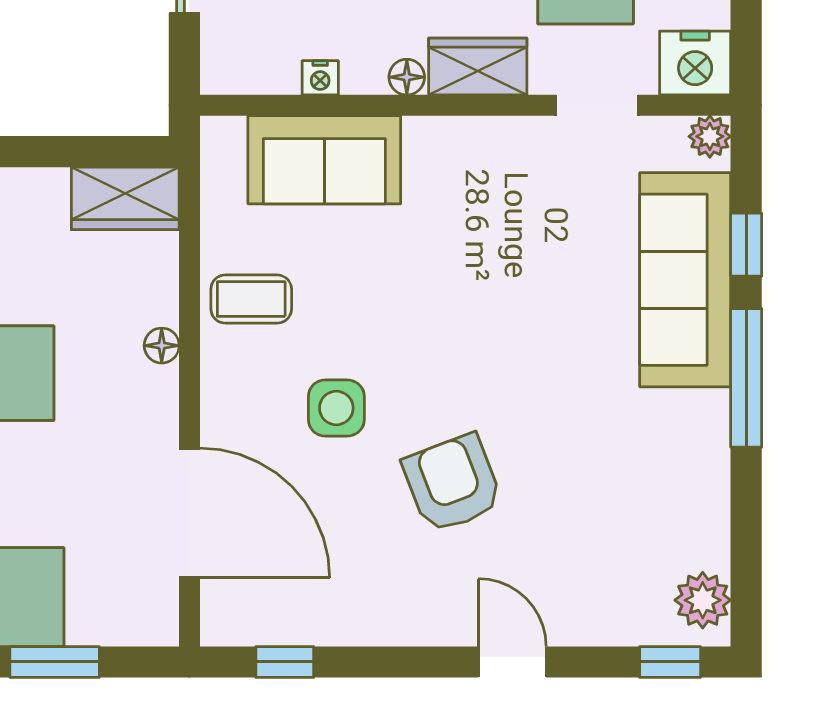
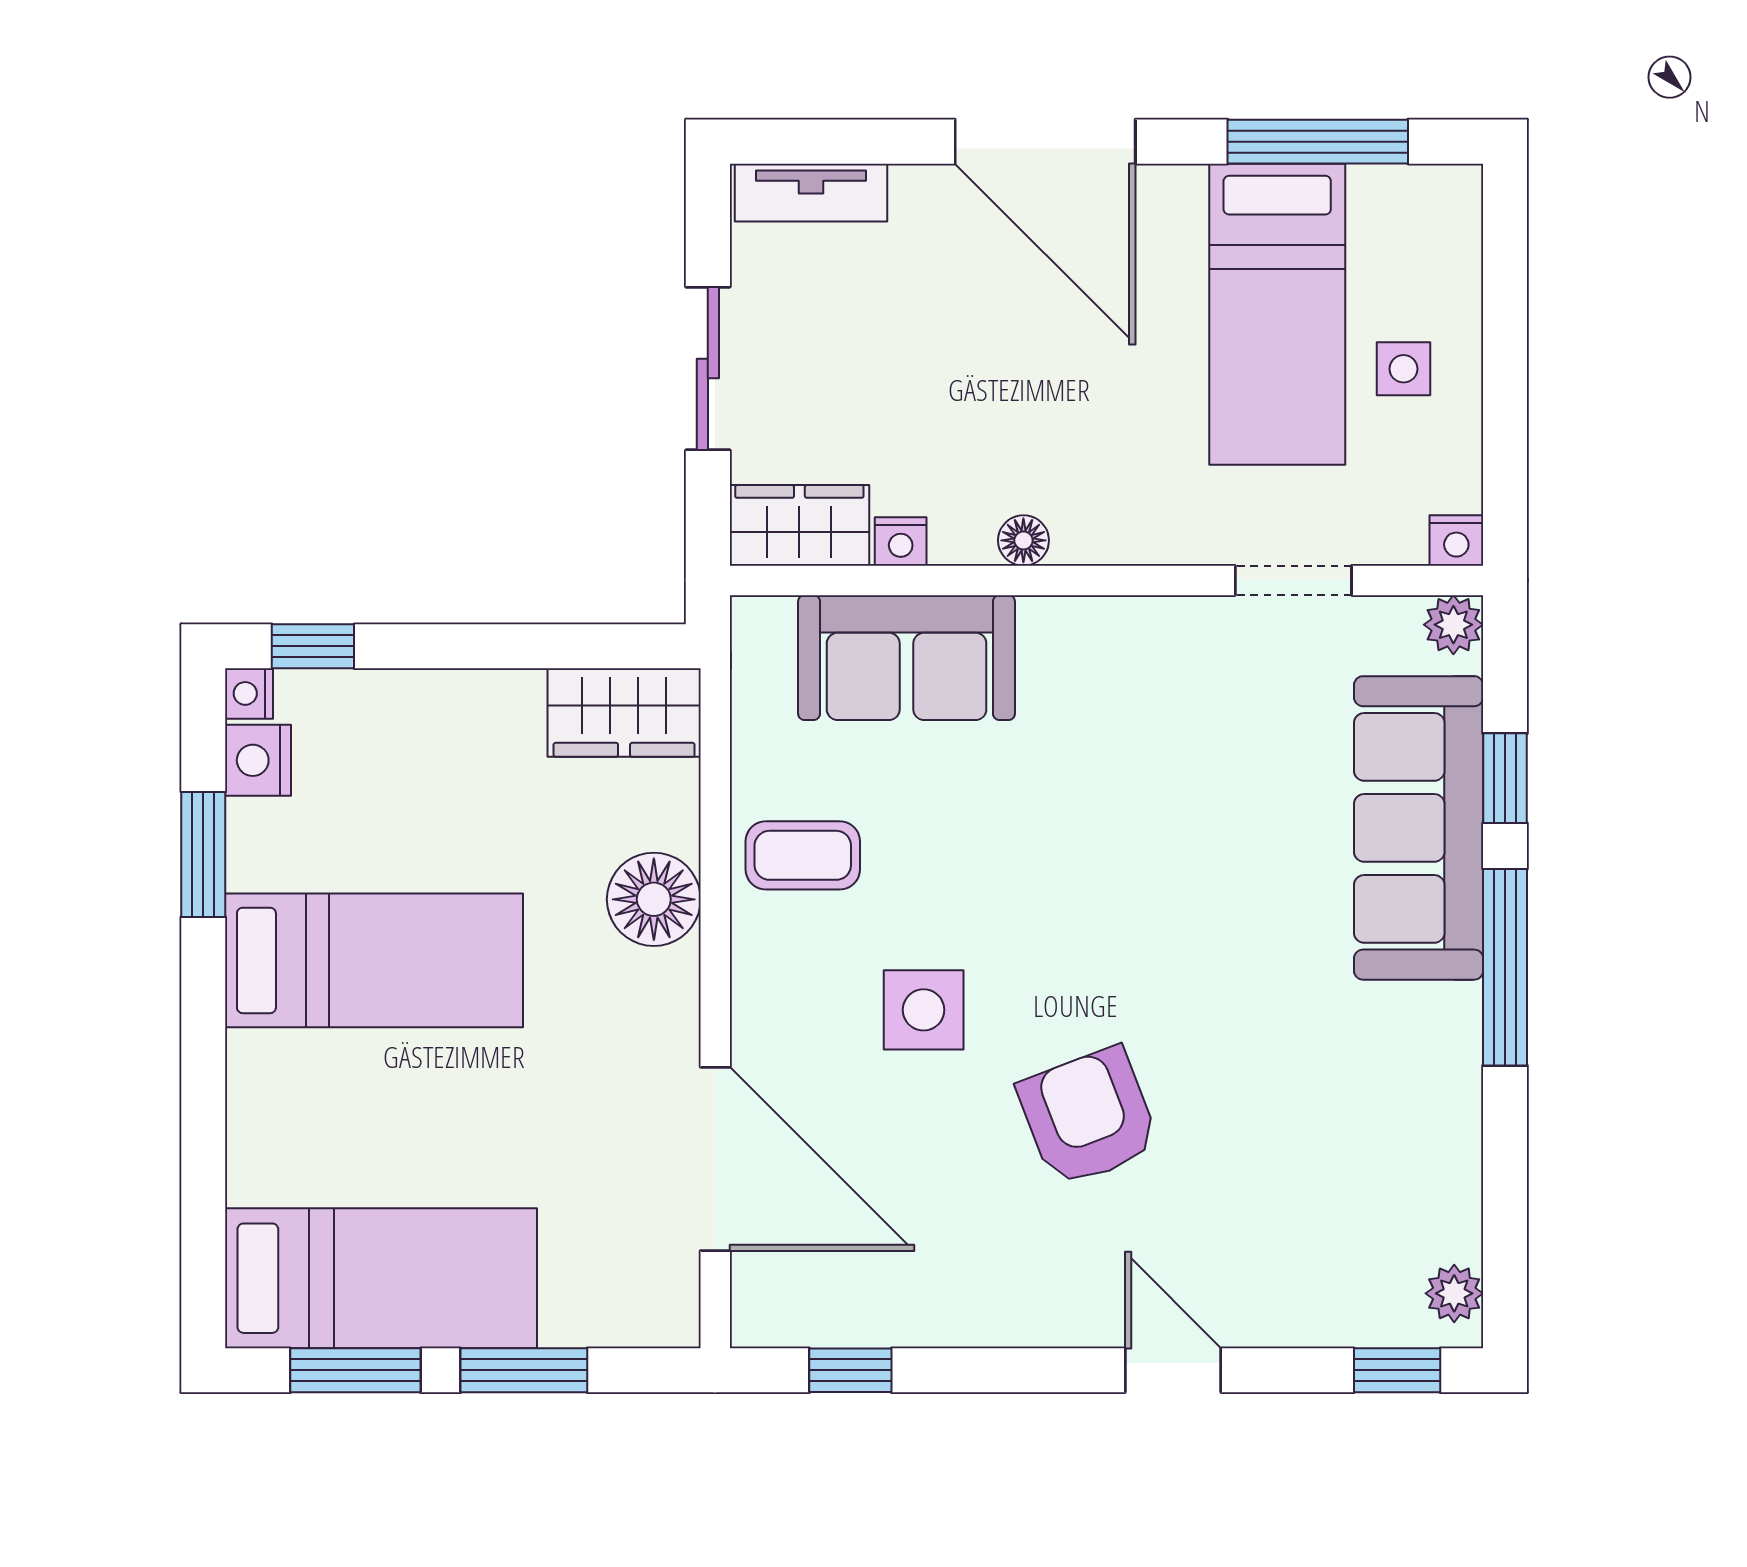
nightstand: (695, 63) -> (1456, 540), width x0.53, depth x0.56
wardrobe: (478, 66) -> (799, 525), moved
floor lamp: (162, 346) -> (654, 899), width x1.89, depth x1.89
plant: (703, 600) -> (1454, 1293), width x0.73, depth x0.73

